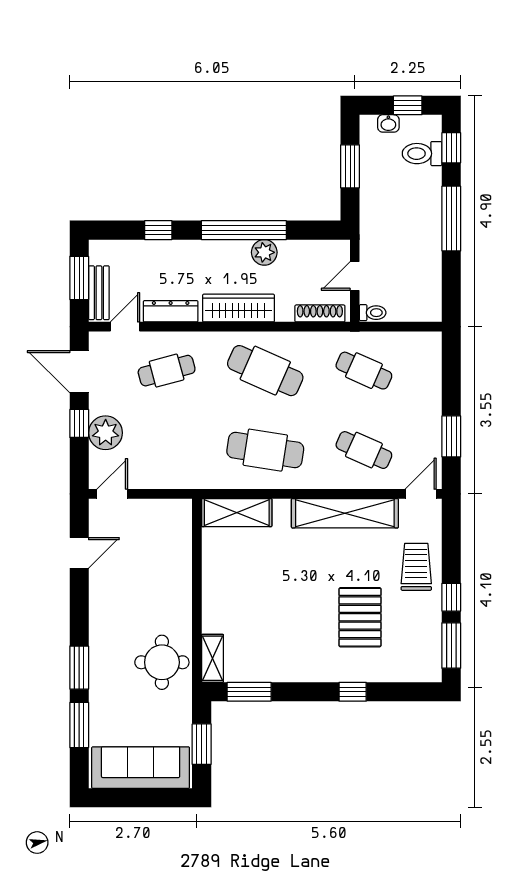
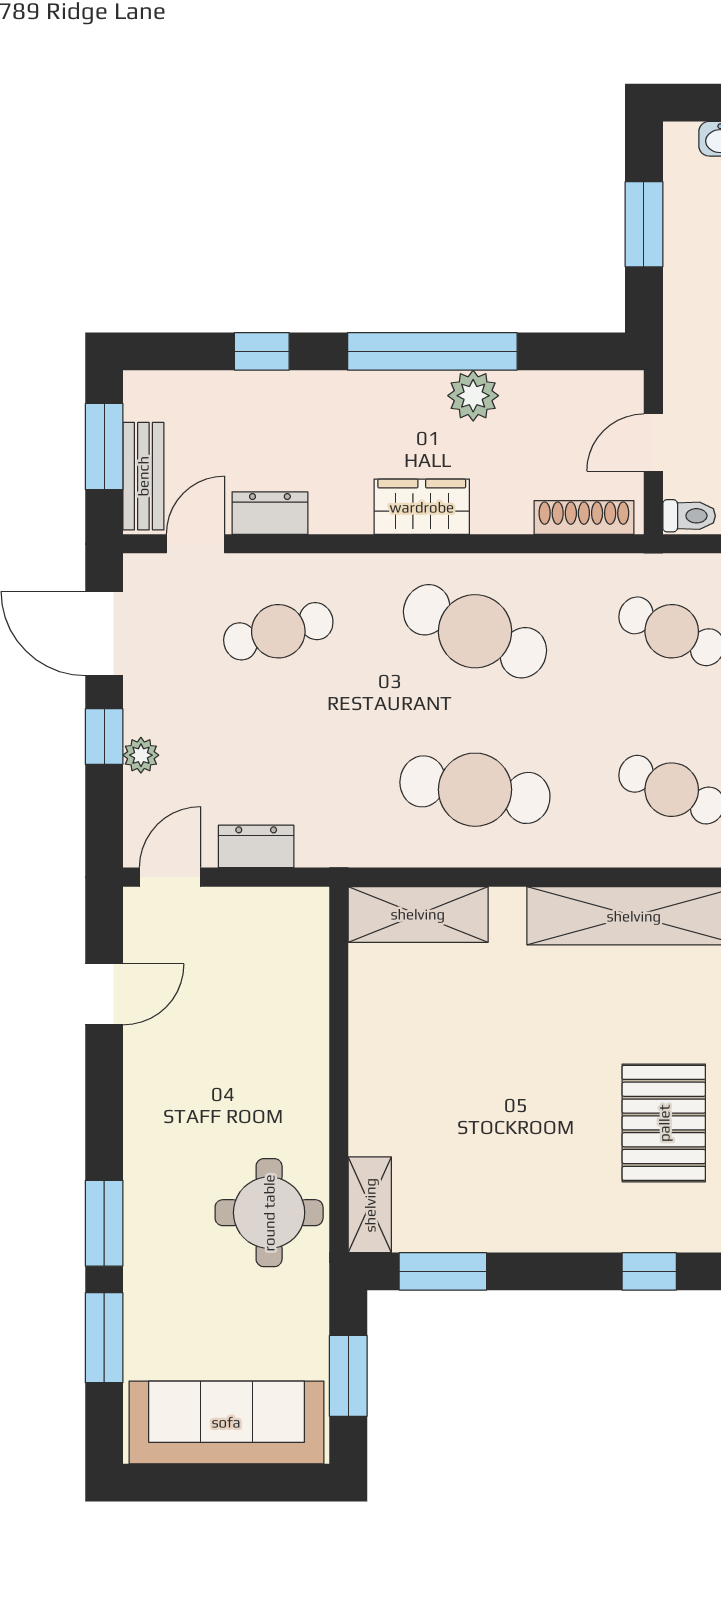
wardrobe: (239, 308) -> (422, 507), width x0.67
dresser: (171, 311) -> (270, 513), width x0.70
plant: (106, 433) -> (141, 755), width x0.53, depth x0.53
dresser: (155, 479) -> (256, 846), added

